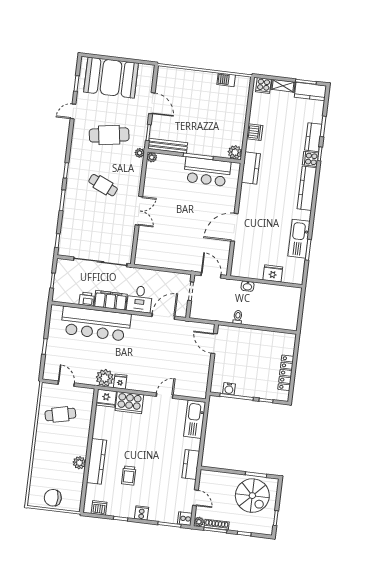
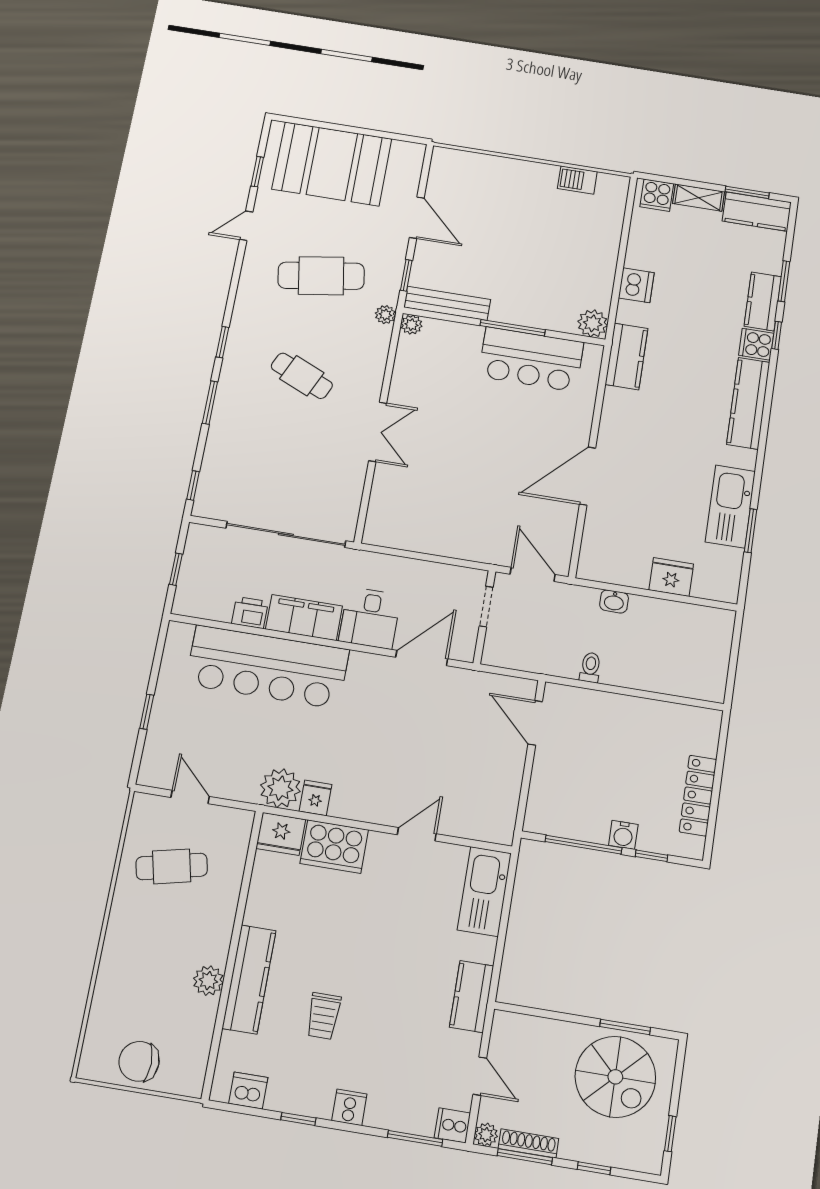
water cooler: (229, 389) -> (623, 835), moved

